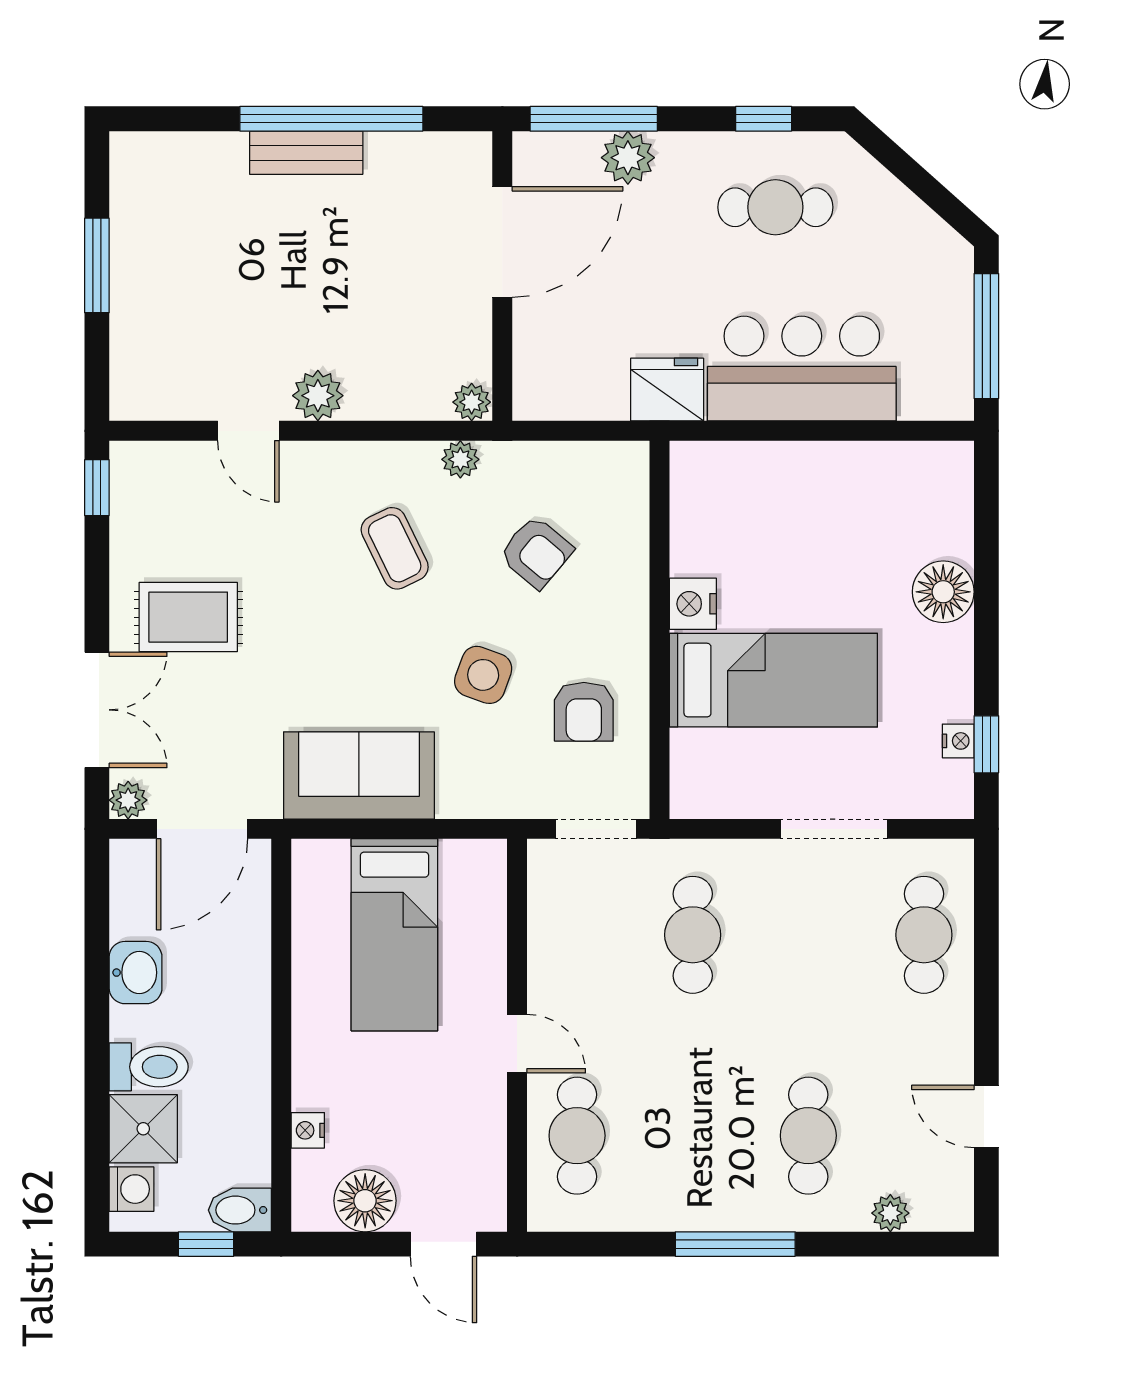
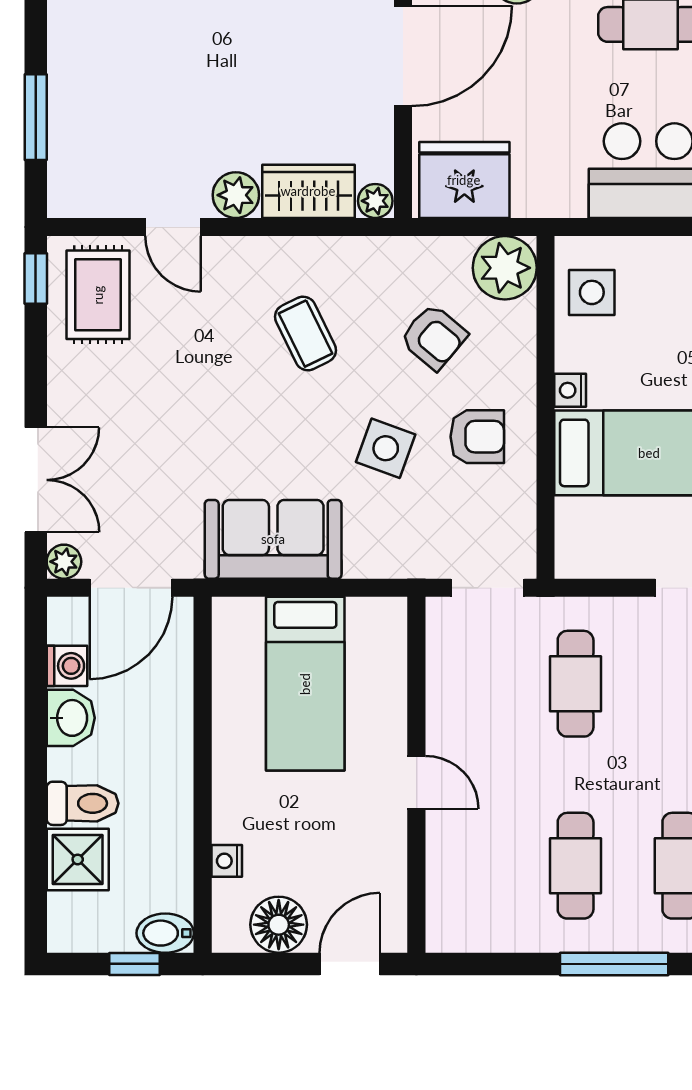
window: (97, 265) -> (36, 117), moved
fridge: (667, 390) -> (464, 180), moved, width x1.36, depth x1.34
wardrobe: (398, 391) -> (308, 191), added
plant: (460, 459) -> (505, 268), moved, width x1.88, depth x1.88
side table: (711, 503) -> (592, 292), added
nightstand: (693, 604) -> (570, 390), width x0.72, depth x0.74
rug: (188, 617) -> (98, 295), moved, turned 90
armchair: (584, 712) -> (477, 437), moved, turned -90
cafe table: (577, 1136) -> (576, 866), moved
washing machine: (131, 1189) -> (67, 666), moved
door: (444, 1244) -> (350, 964), swing flipped

